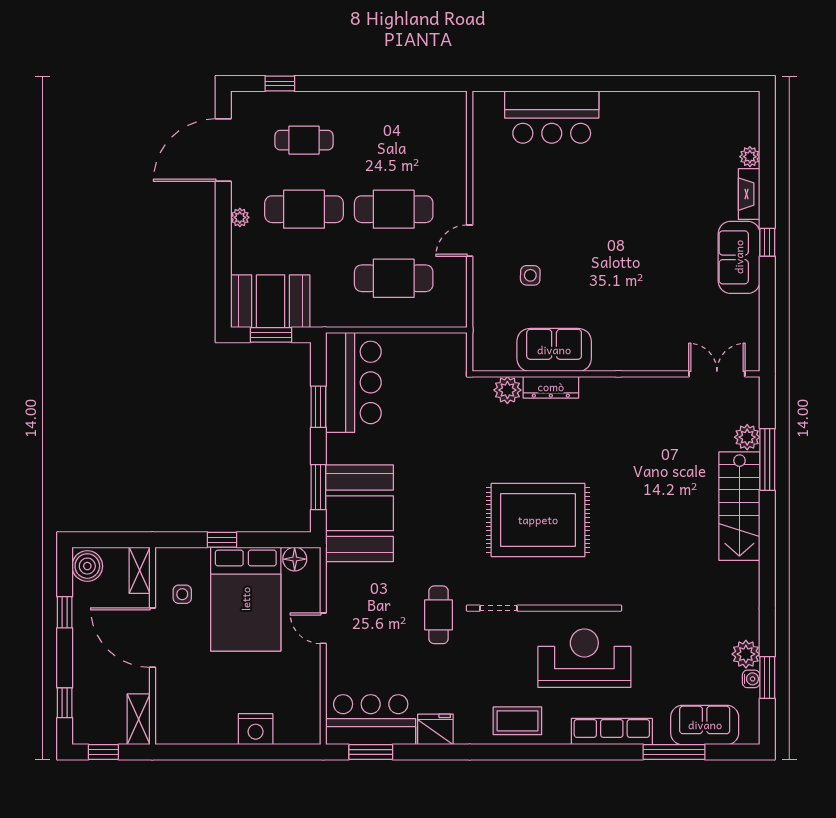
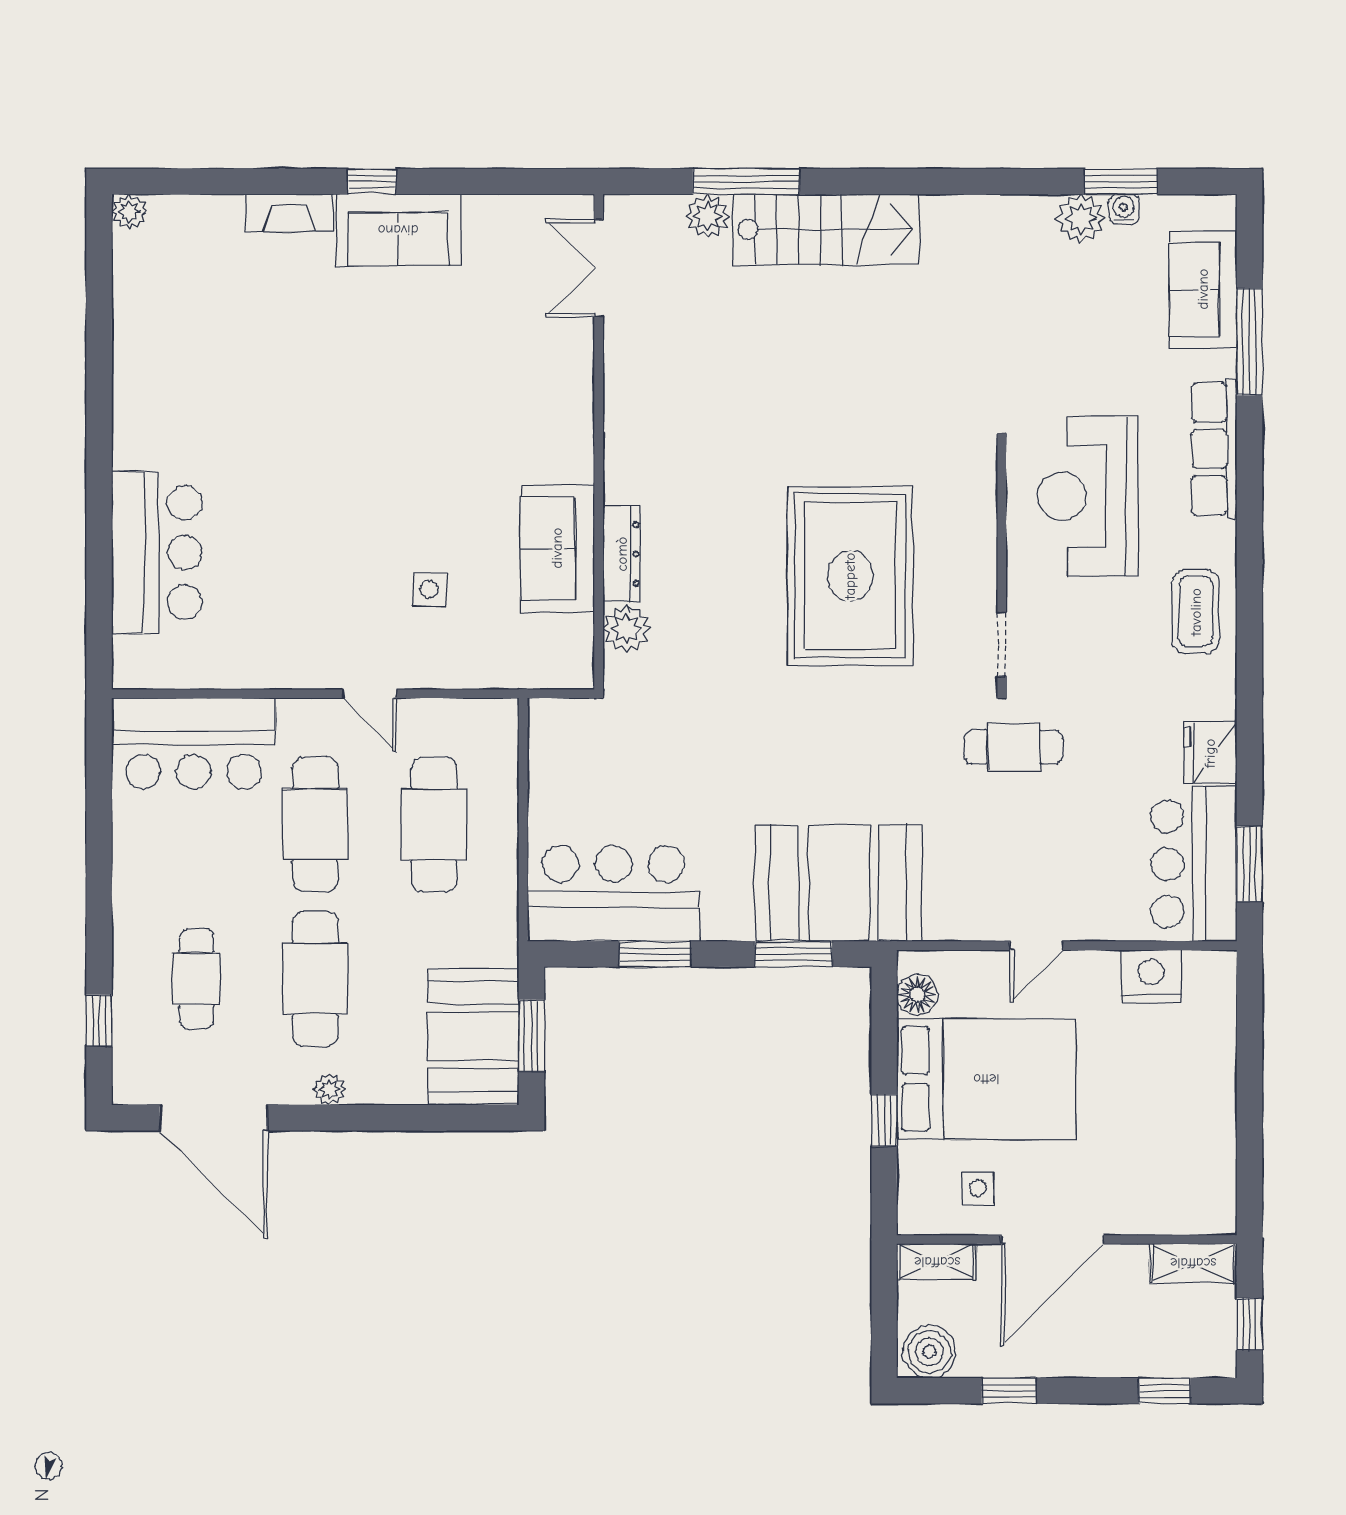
bar counter: (441, 138) -> (194, 743), added
plant: (750, 157) -> (129, 212), moved
nightstand: (256, 729) -> (1151, 977), moved, turned -90

